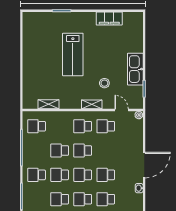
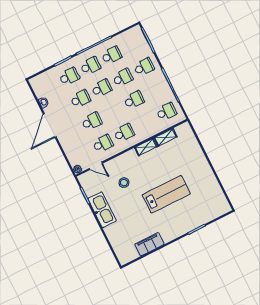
lab bench: (73, 54) -> (166, 194), turned 90
shelving: (92, 104) -> (146, 147), moved
school desk: (83, 151) -> (92, 121), moved

